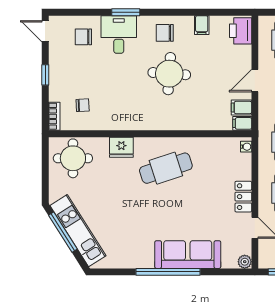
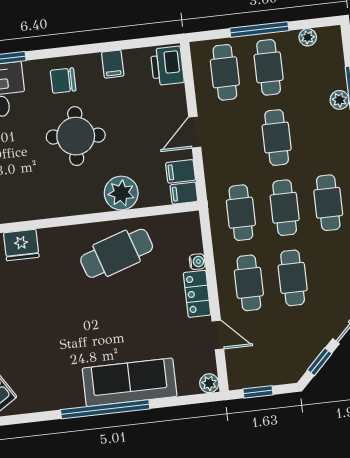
plant: (197, 118) -> (121, 193), added
water cooler: (246, 147) -> (197, 262), moved
cafe table: (166, 168) -> (117, 253), moved

